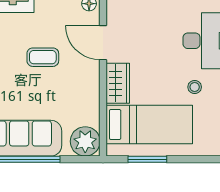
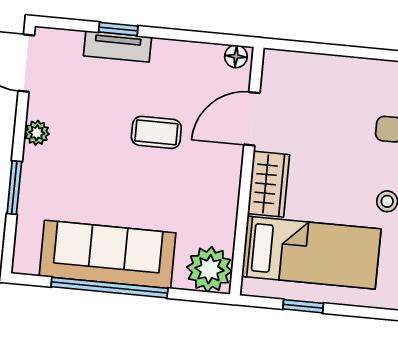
door: (103, 43) -> (252, 119), hinge flipped
window: (147, 159) -> (303, 306), width x0.67

